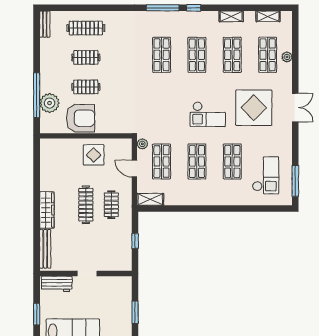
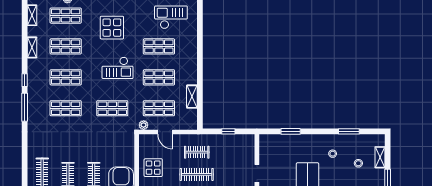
shop shelf: (162, 108) -> (112, 108), added
display table: (254, 108) -> (112, 28), width x0.73, depth x0.73
checkout: (208, 114) -> (118, 68), turned 90
door: (134, 169) -> (165, 132), hinge flipped
shelving: (150, 199) -> (192, 97), moved

